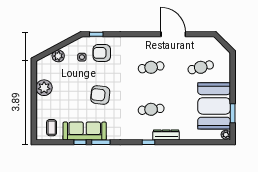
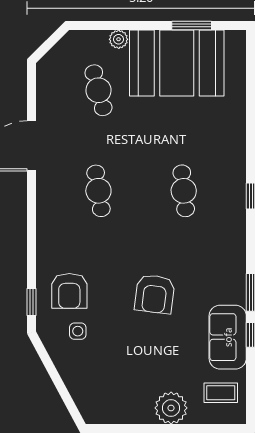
plant: (58, 56) -> (75, 379), removed
plant: (44, 88) -> (171, 408), moved
sofa: (85, 131) -> (228, 337), width x0.73
dresser: (166, 135) -> (236, 160), removed
plant: (226, 135) -> (119, 39), moved

